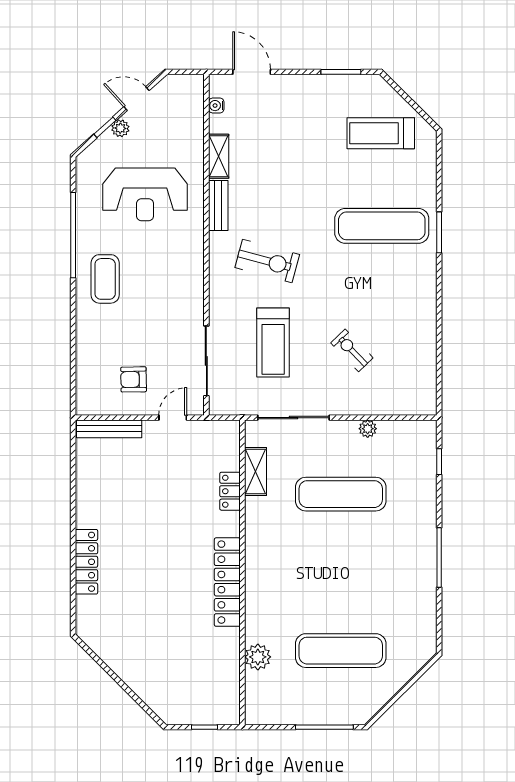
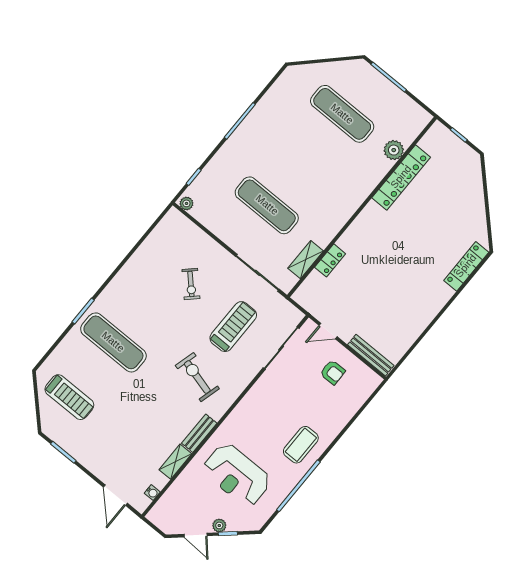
reception desk: (145, 194) -> (237, 475), turned 180
plant: (368, 429) -> (186, 203), moved
locker: (86, 562) -> (466, 266), moved
locker: (227, 582) -> (401, 177), moved

